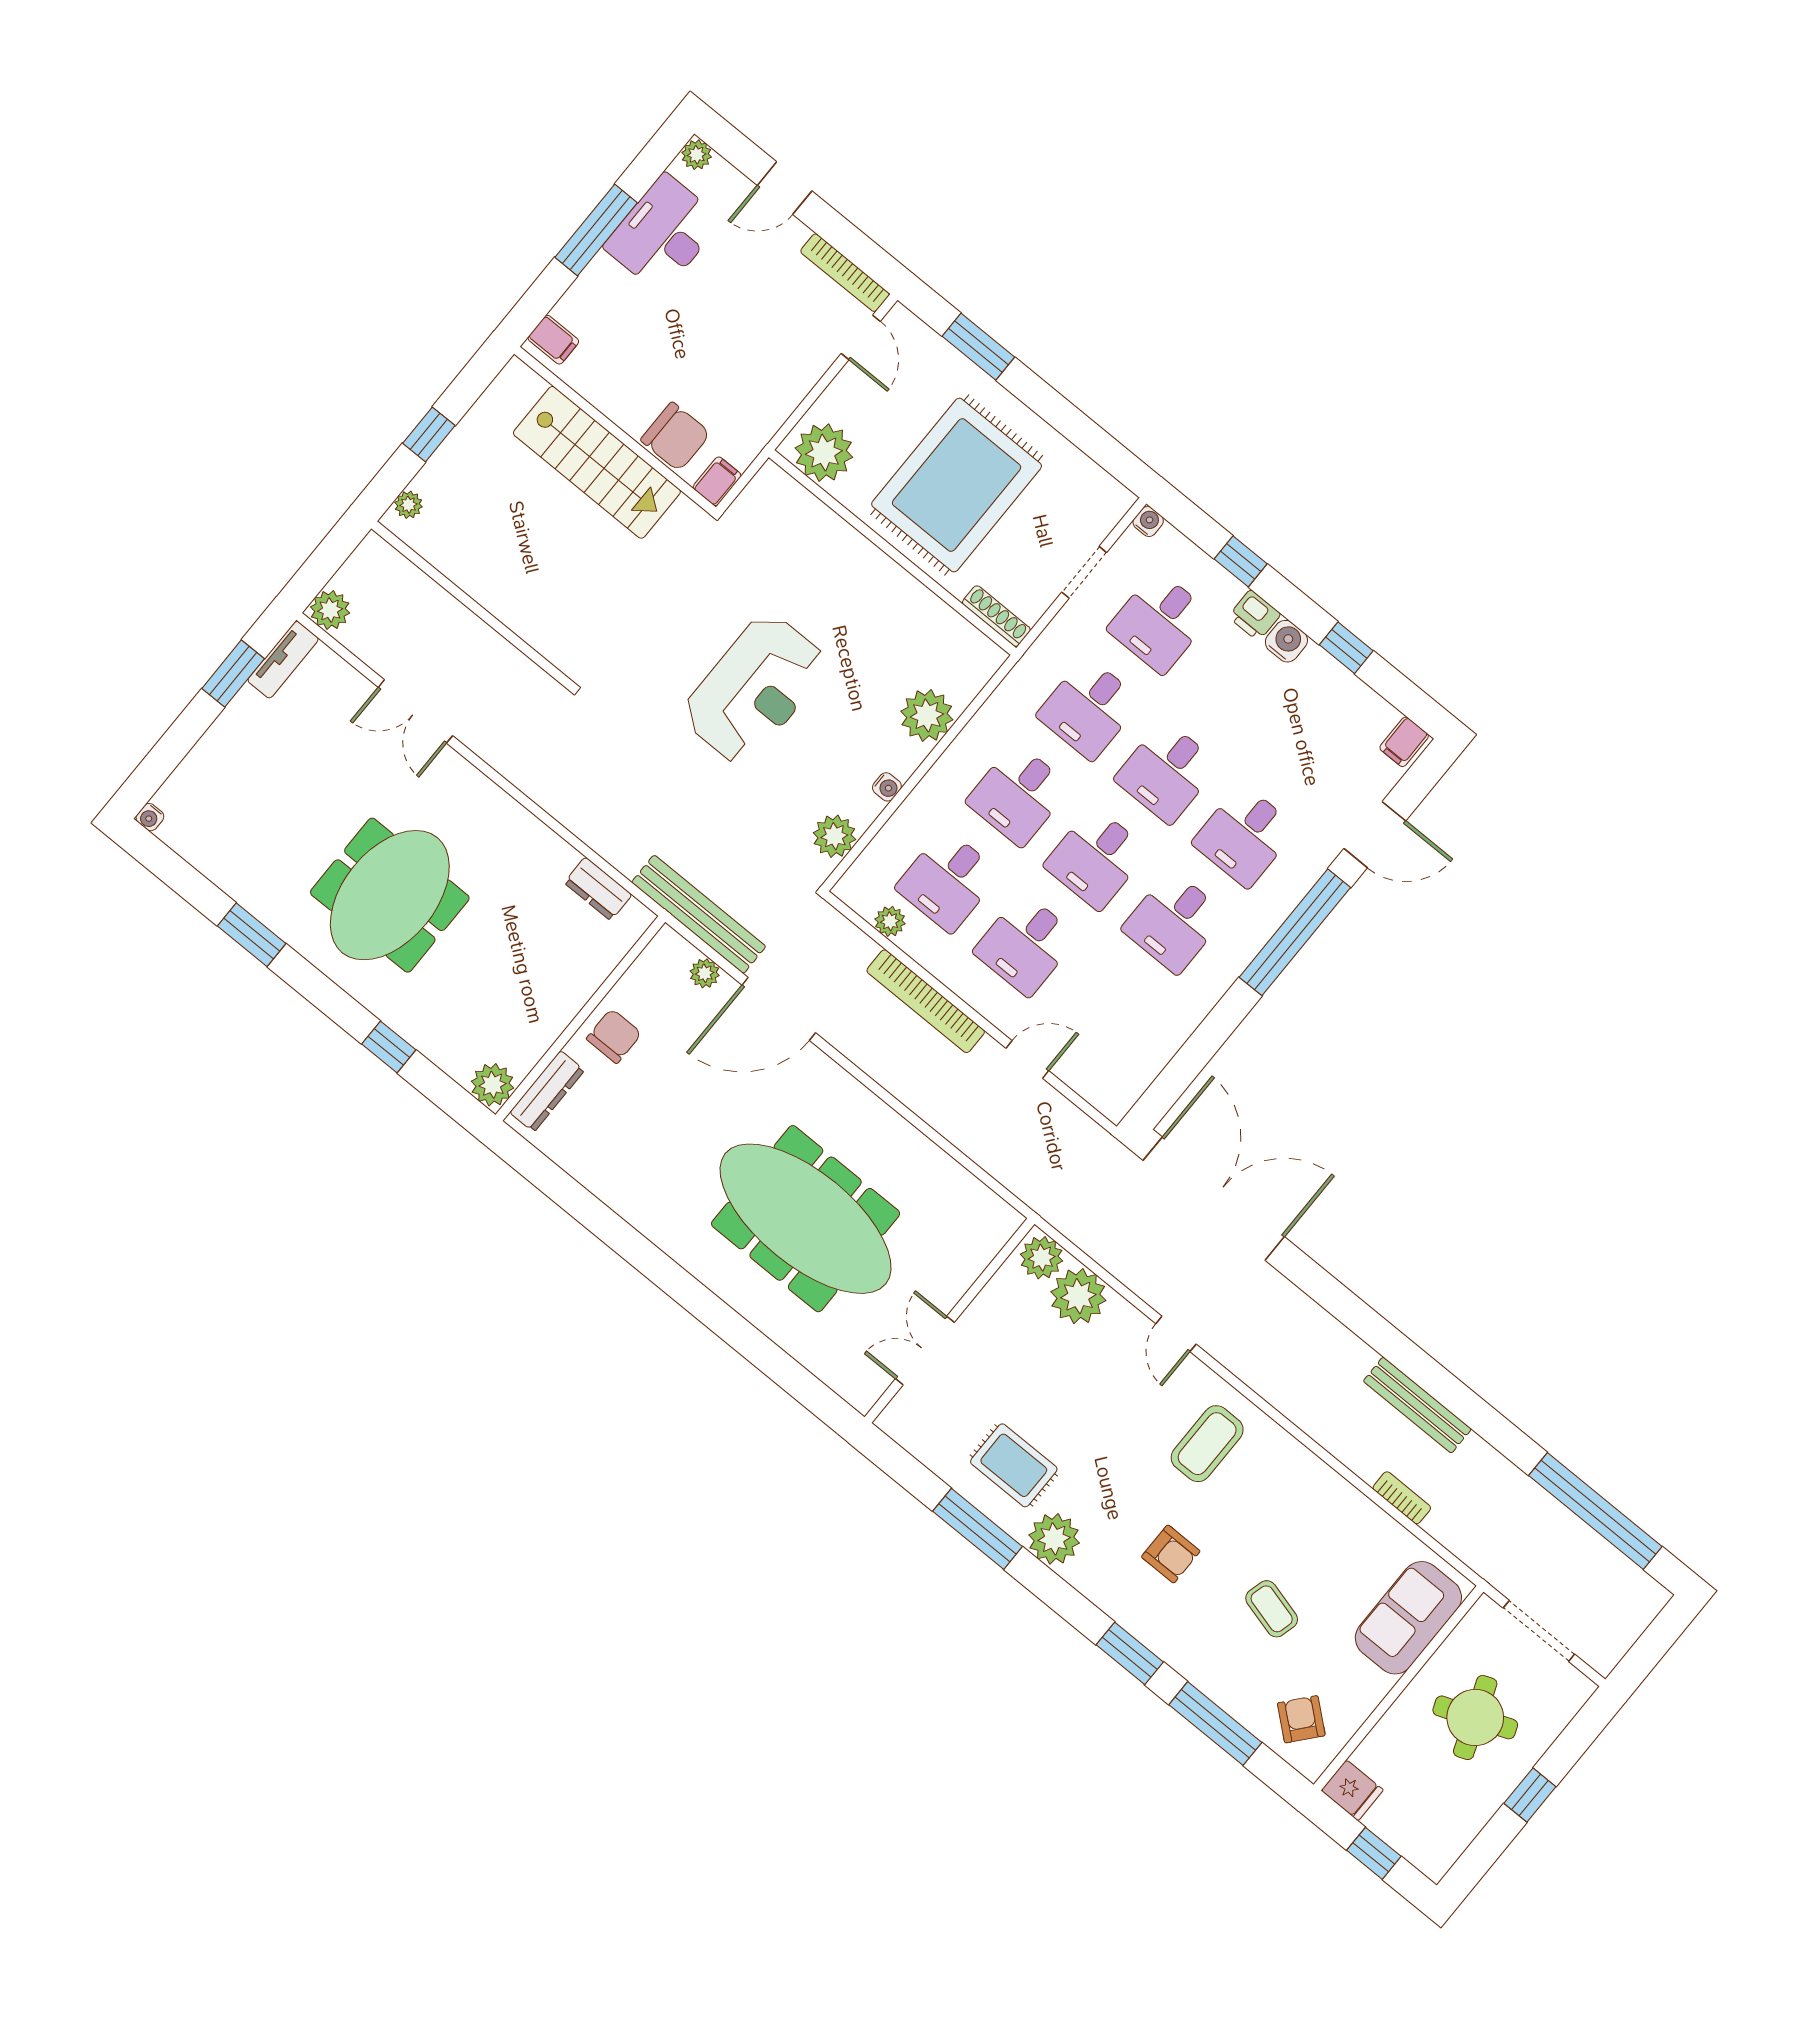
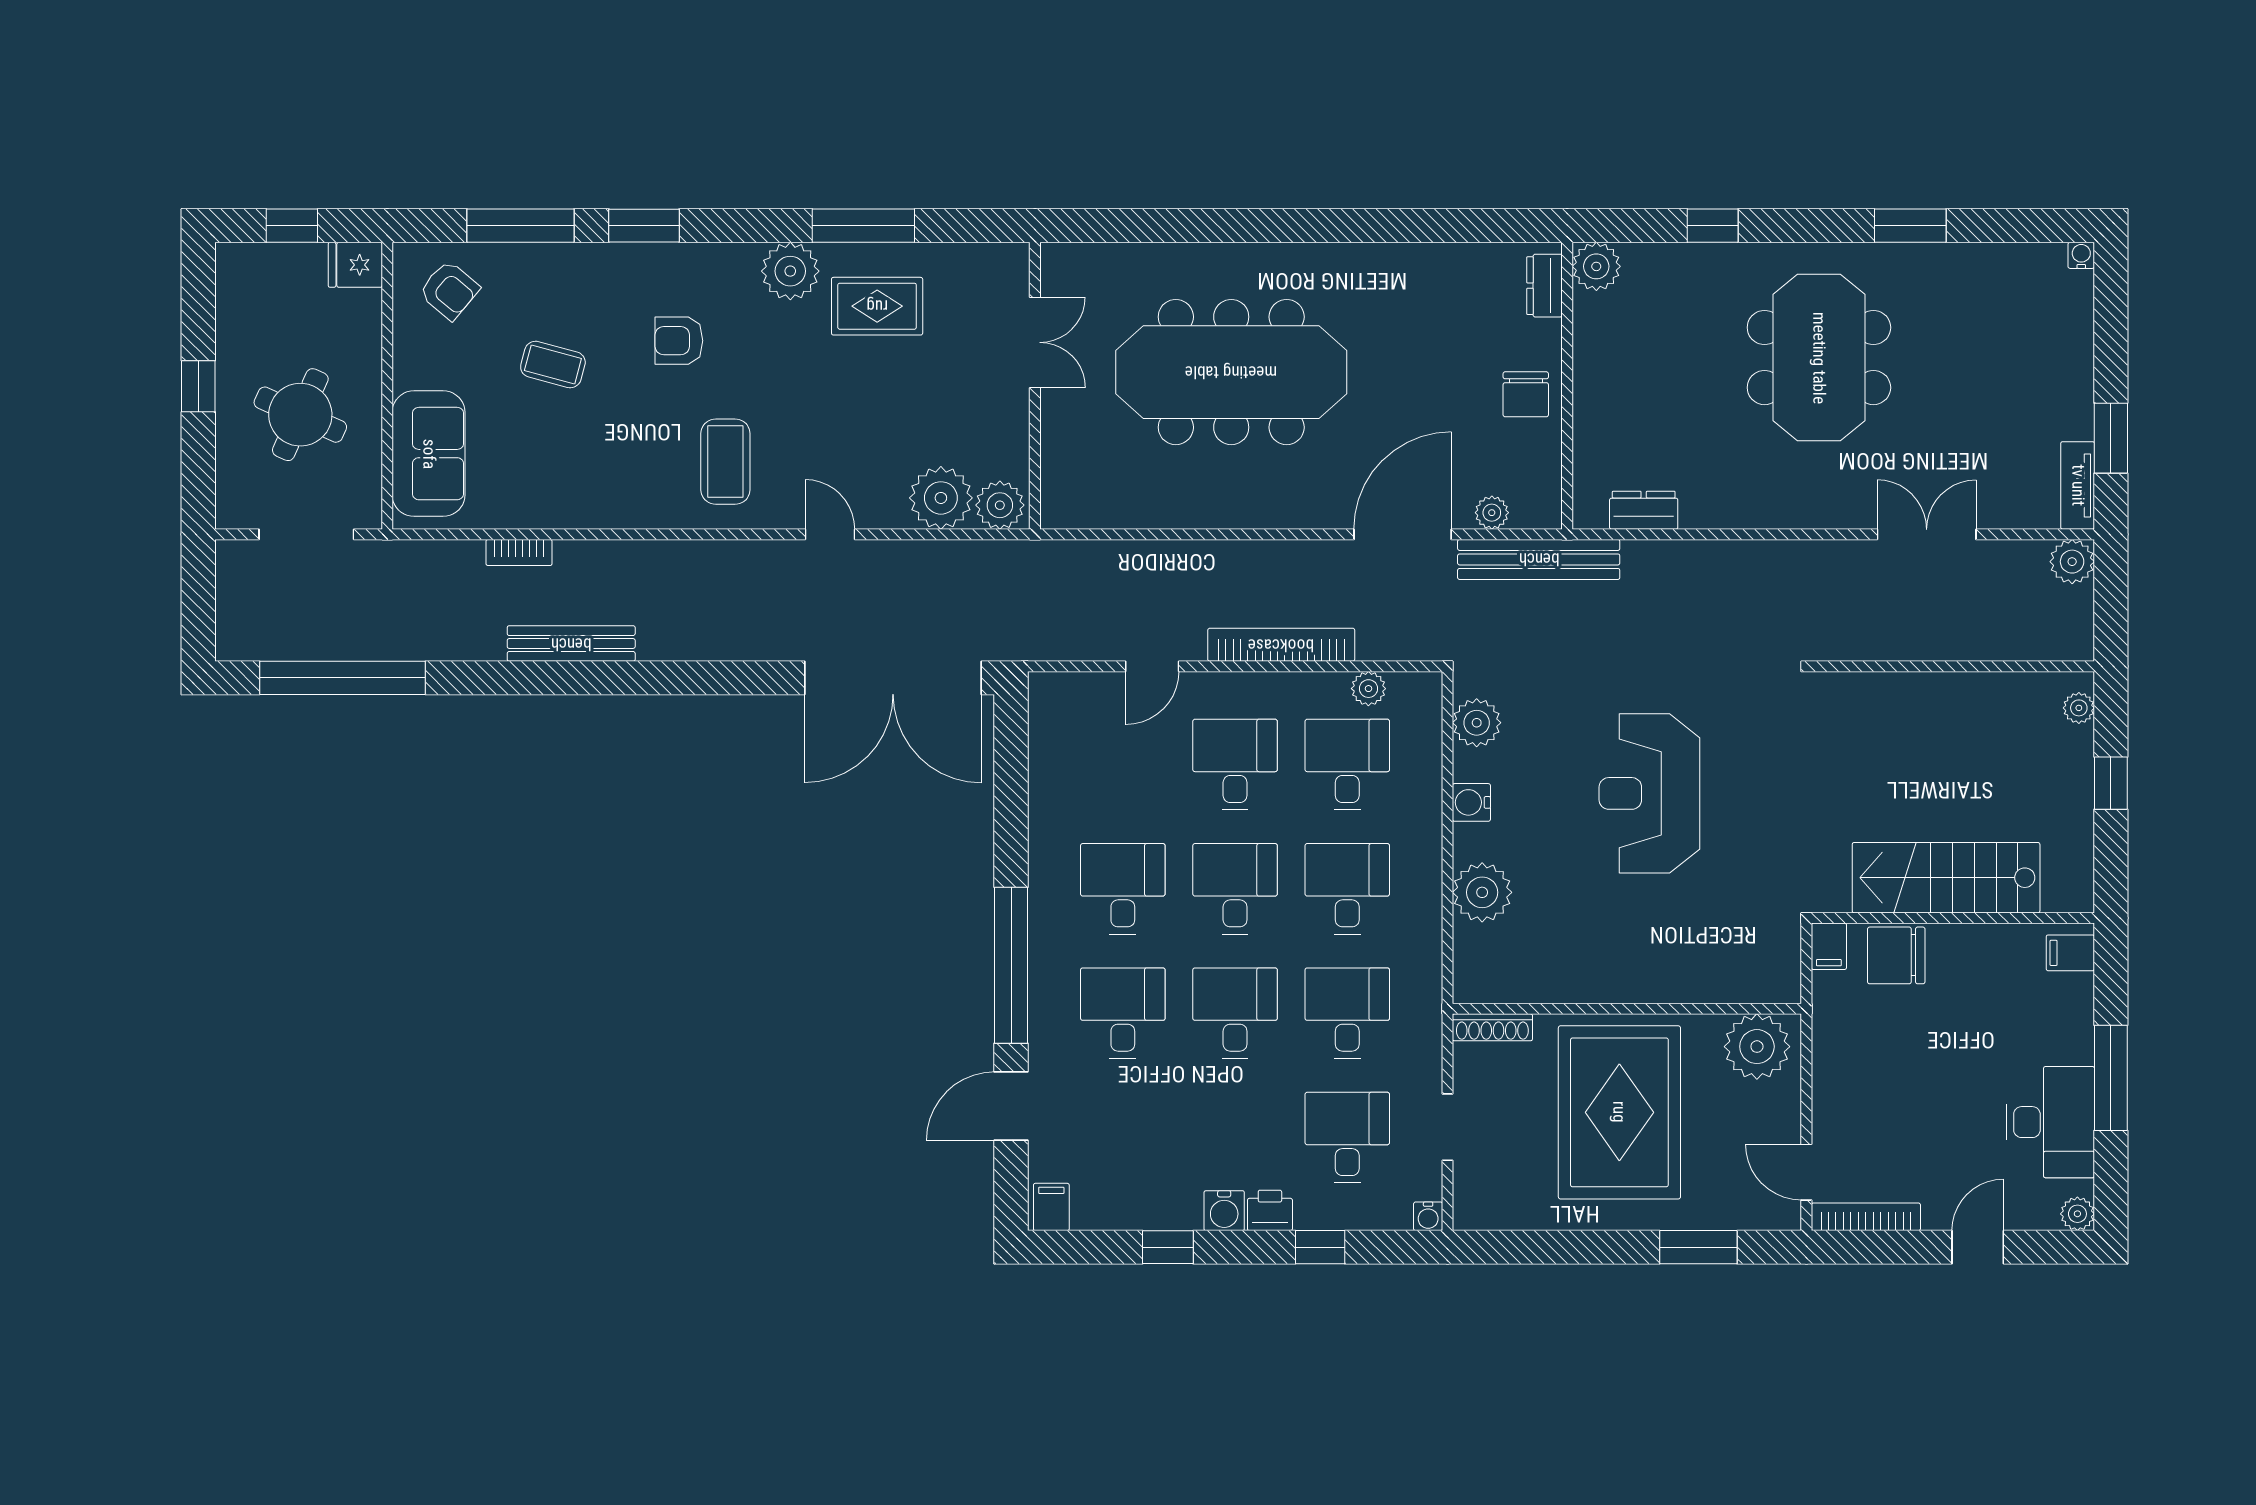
water cooler: (887, 787) -> (1471, 802), width x1.38, depth x1.38
dresser: (547, 1091) -> (1544, 286), width x0.70
round table: (1475, 1717) -> (300, 415), turned 45

